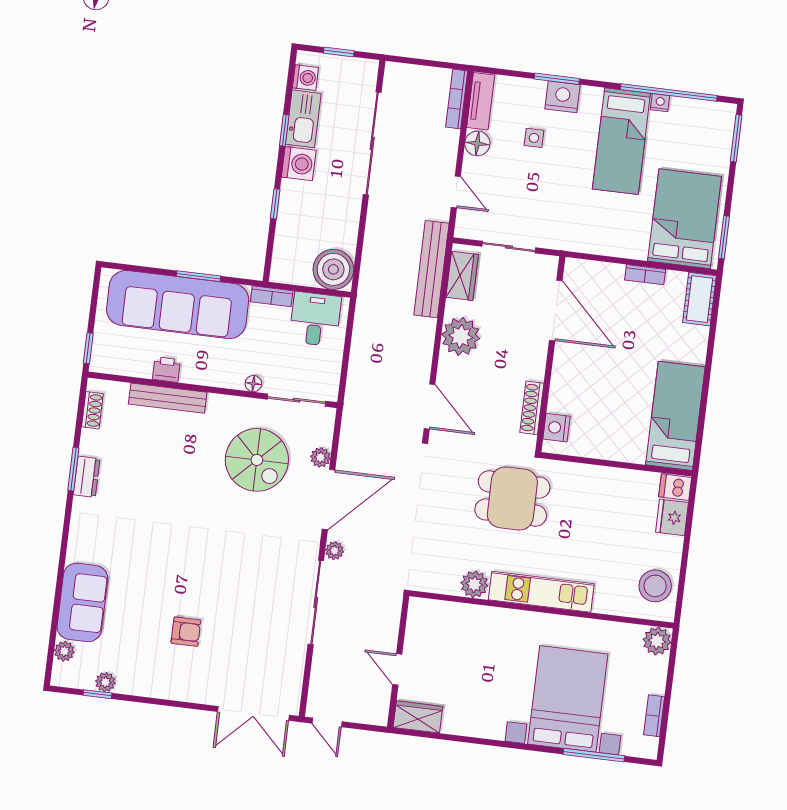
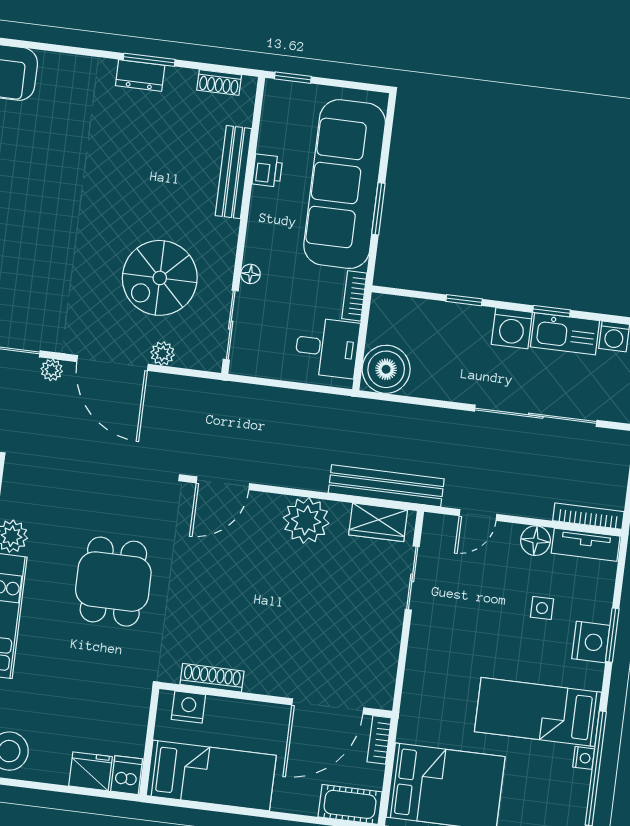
door: (556, 310) -> (328, 706), moved
wall: (550, 354) -> (276, 700), moved
shoe rack: (532, 408) -> (212, 678), moved
nightstand: (556, 428) -> (188, 707), moved

